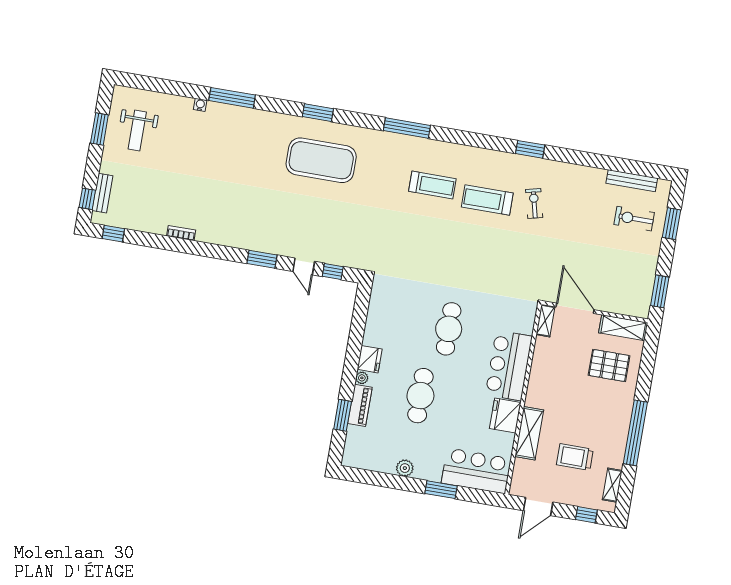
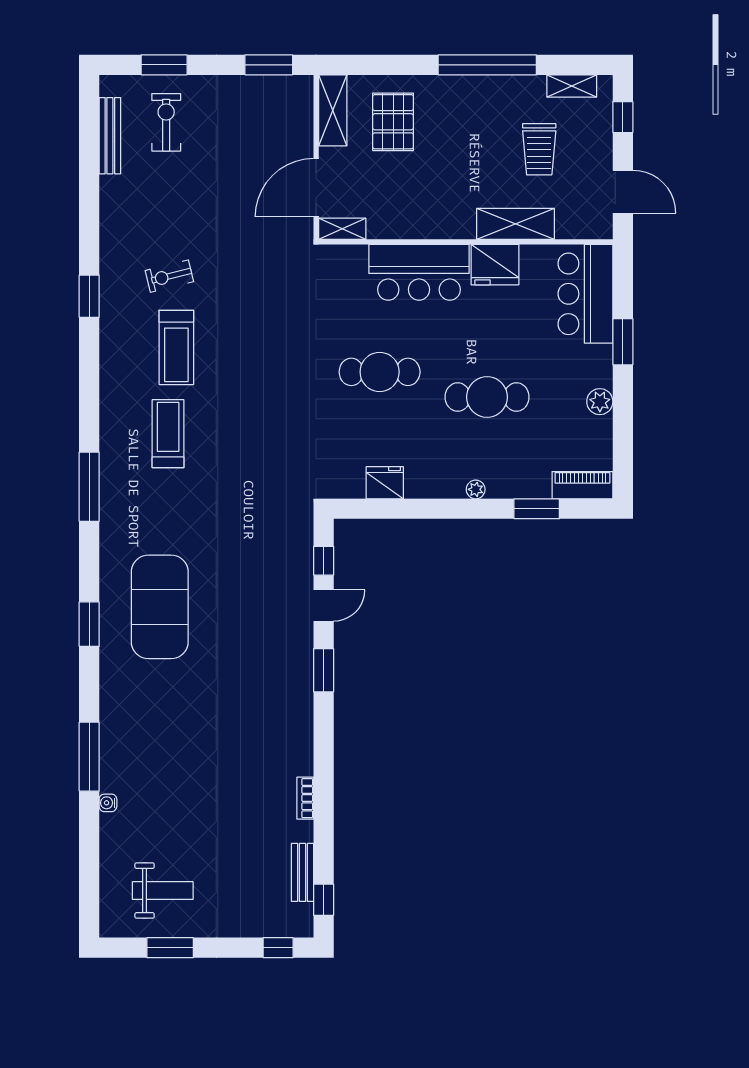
bench: (102, 193) -> (303, 872), moved, turned 90
exercise bike: (634, 219) -> (166, 122), turned 180
fridge: (370, 359) -> (385, 483), moved
piano: (360, 405) -> (582, 485), moved

